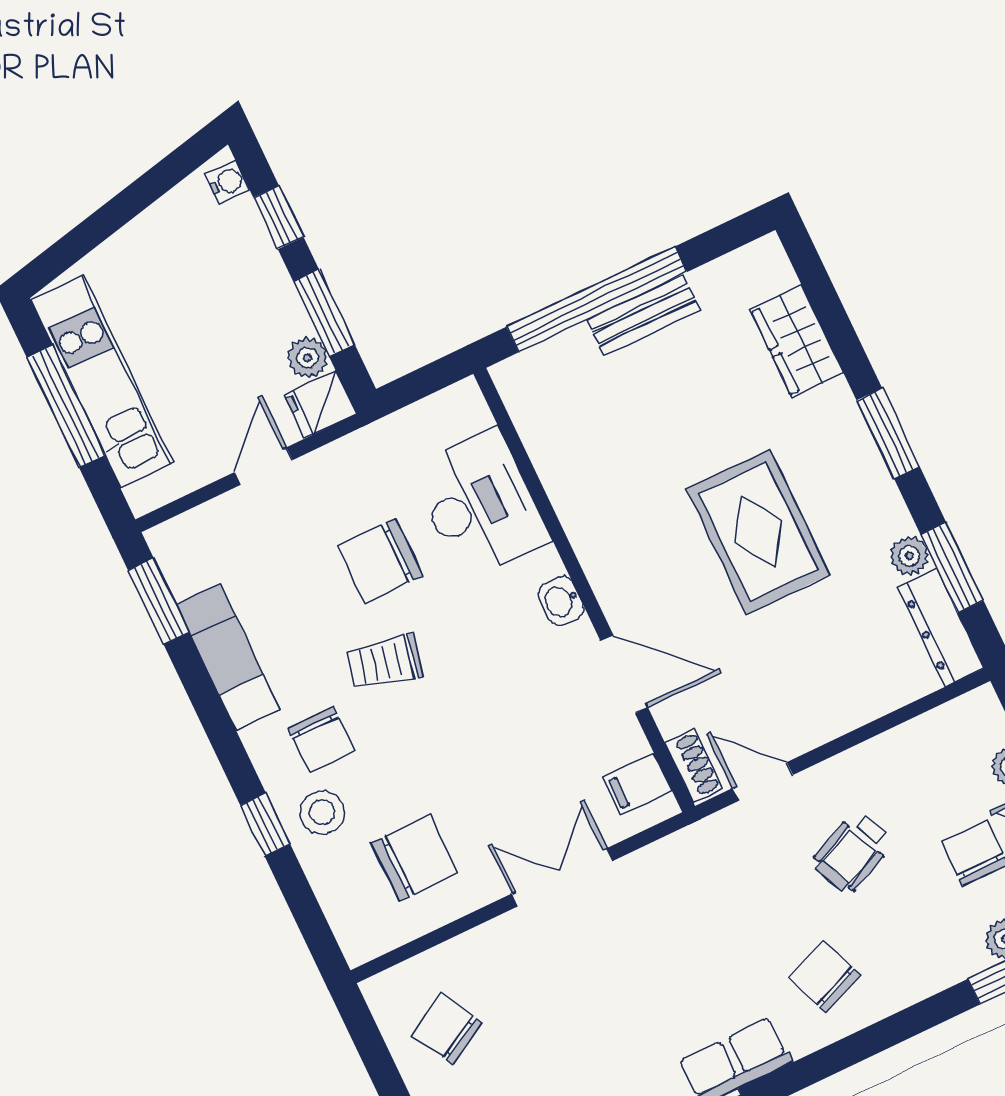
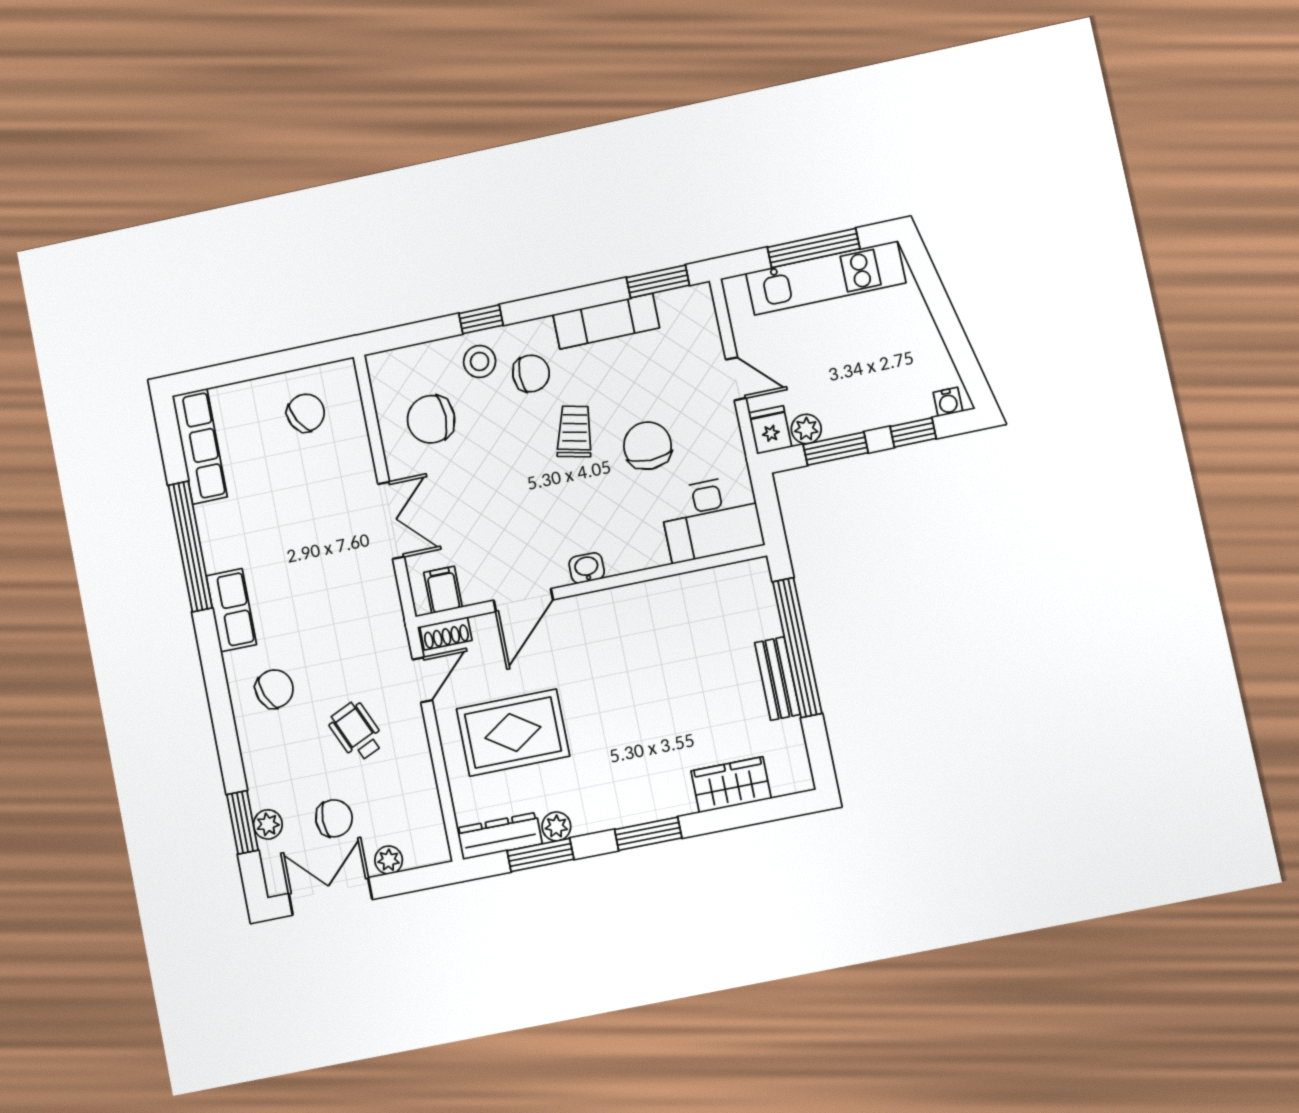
desk: (480, 504) -> (711, 518), moved
rug: (758, 532) -> (513, 733), moved
chair: (322, 740) -> (531, 373), turned 180
chair: (415, 858) -> (431, 419), turned 90

